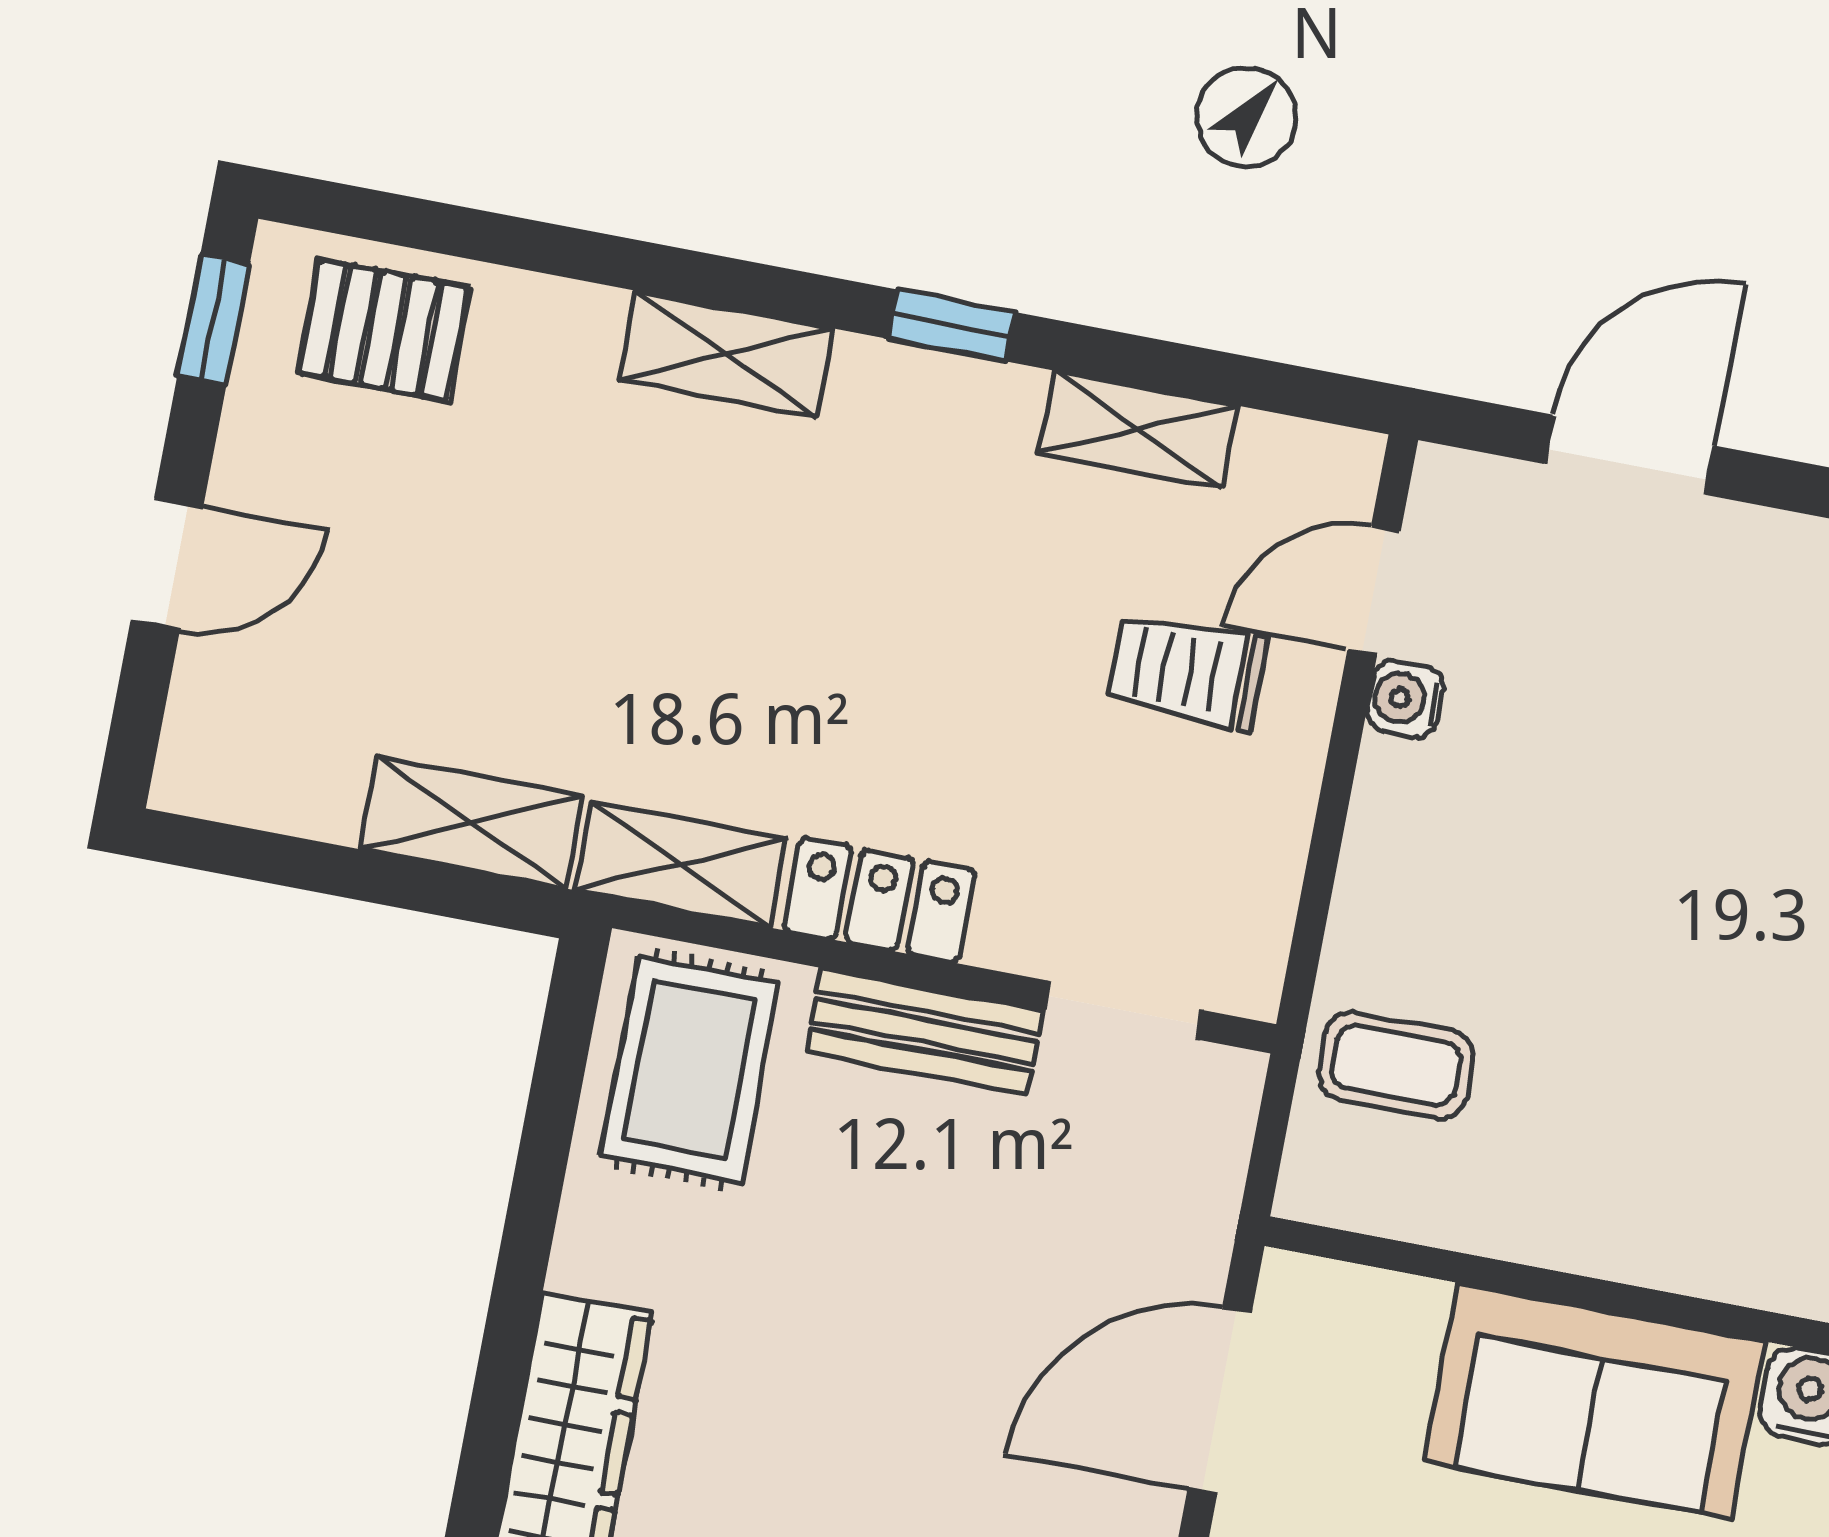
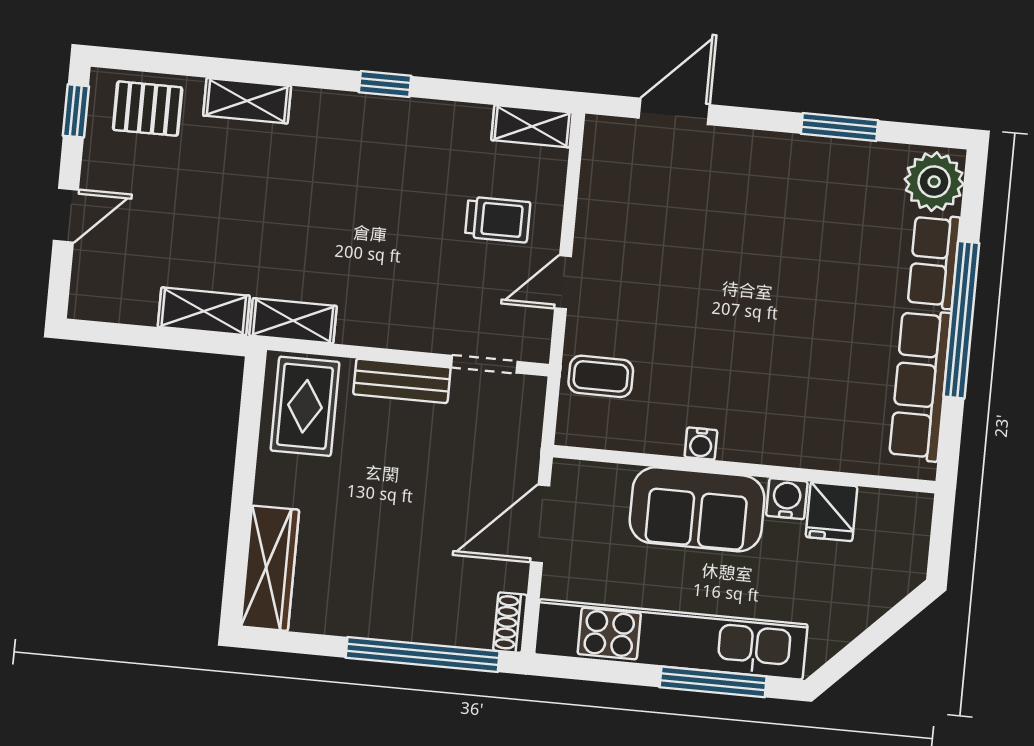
shelving: (725, 354) -> (247, 101), moved
shelving: (1139, 429) -> (532, 126), moved
door: (1374, 591) -> (563, 282), moved
trolley: (1187, 671) -> (498, 219), turned 180
water cooler: (1405, 699) -> (701, 444), moved, turned -90
locker: (879, 900) -> (378, 328), removed

